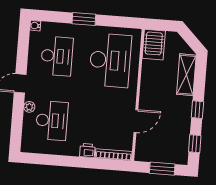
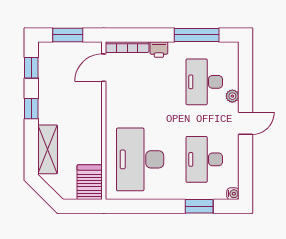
window: (84, 19) -> (199, 206), moved
door: (136, 121) -> (104, 68), moved
window: (55, 160) -> (197, 35), added

